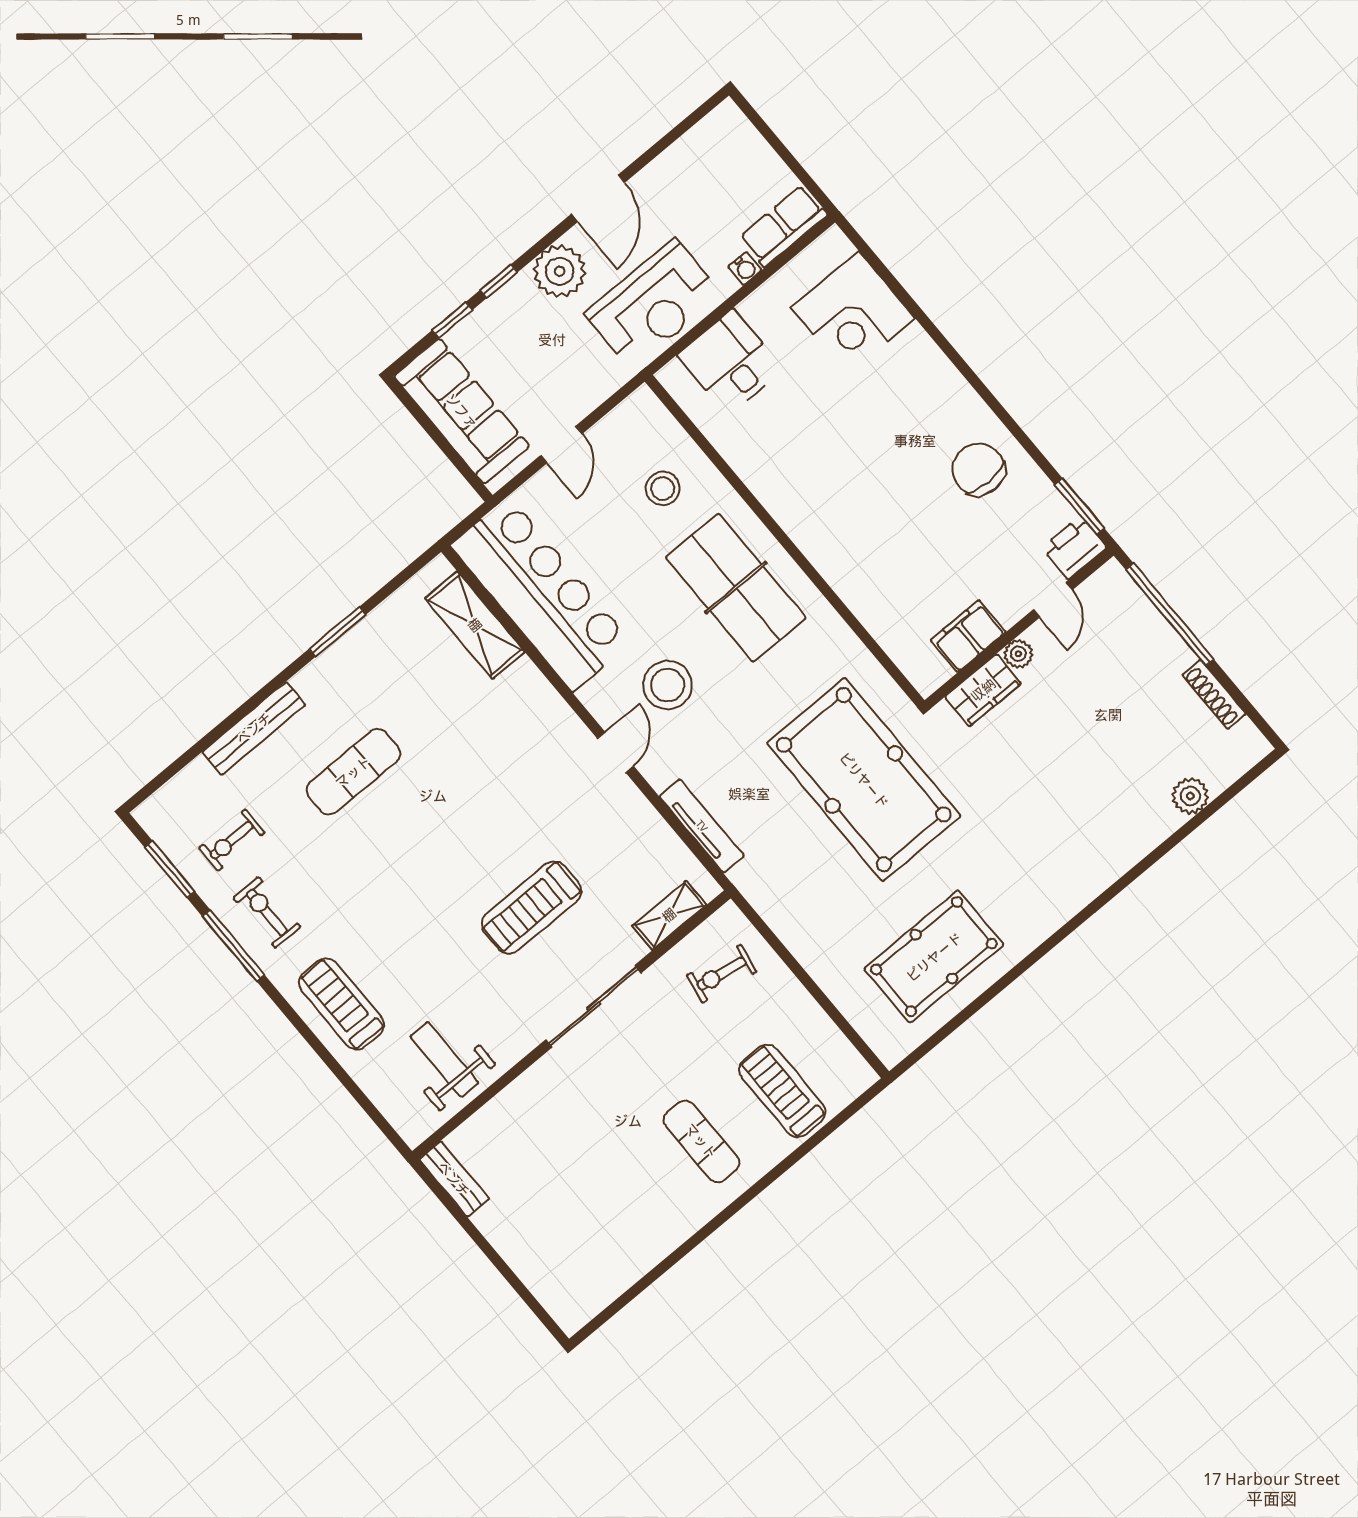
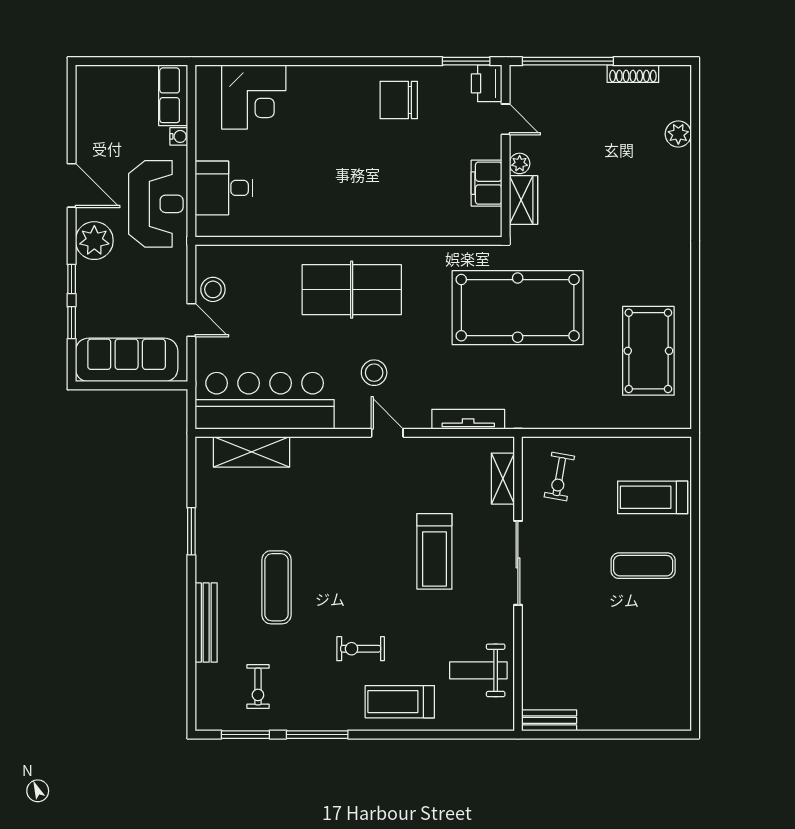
stool: (663, 488) -> (213, 289), moved
stool: (668, 685) -> (374, 373), width x0.73, depth x0.73
exercise bike: (267, 912) -> (361, 649), moved

